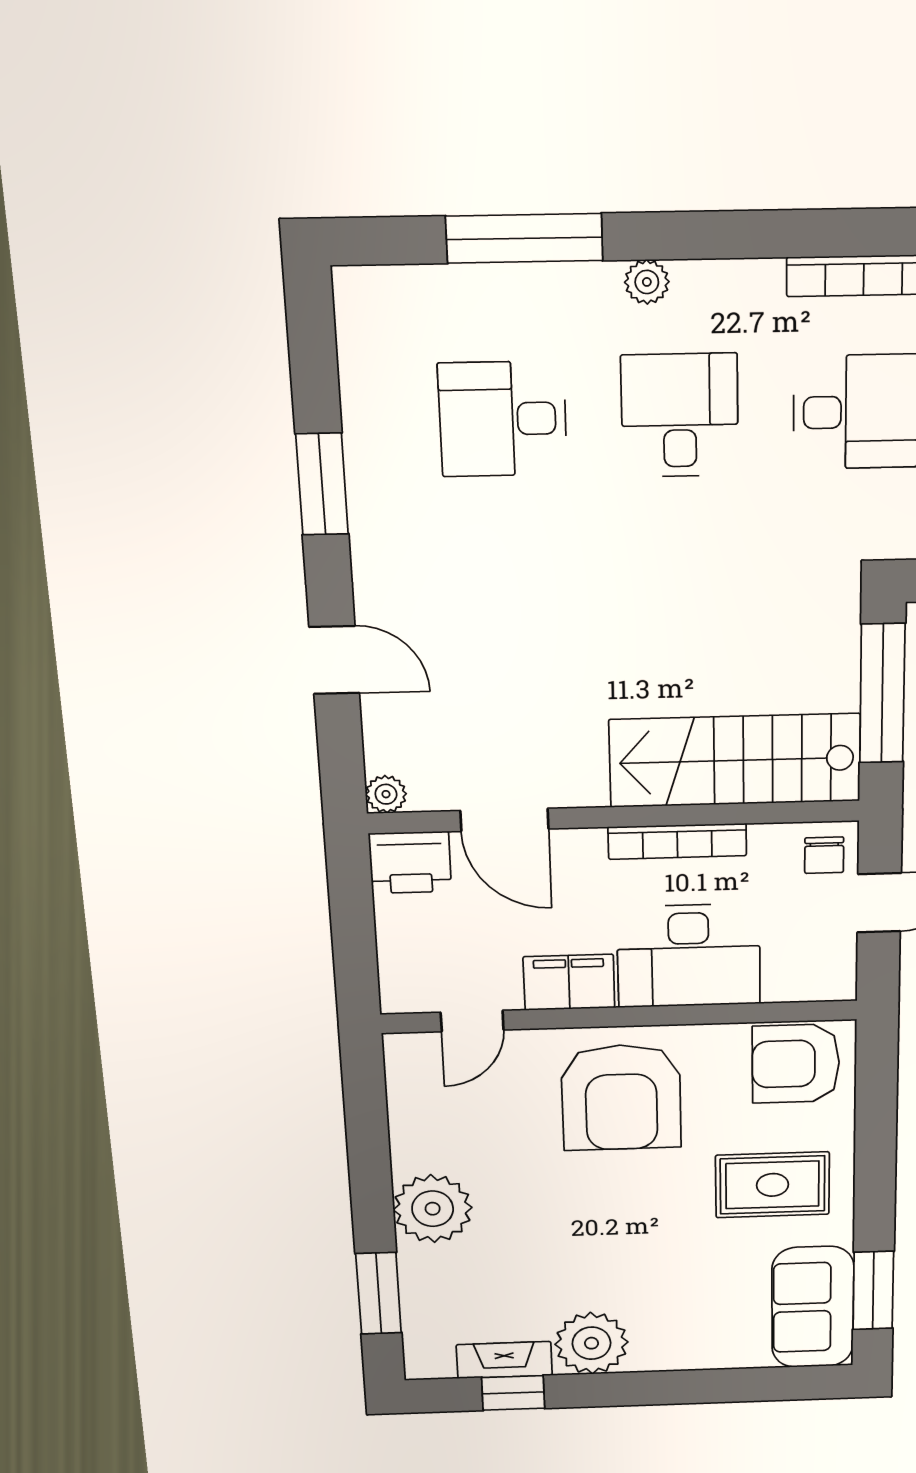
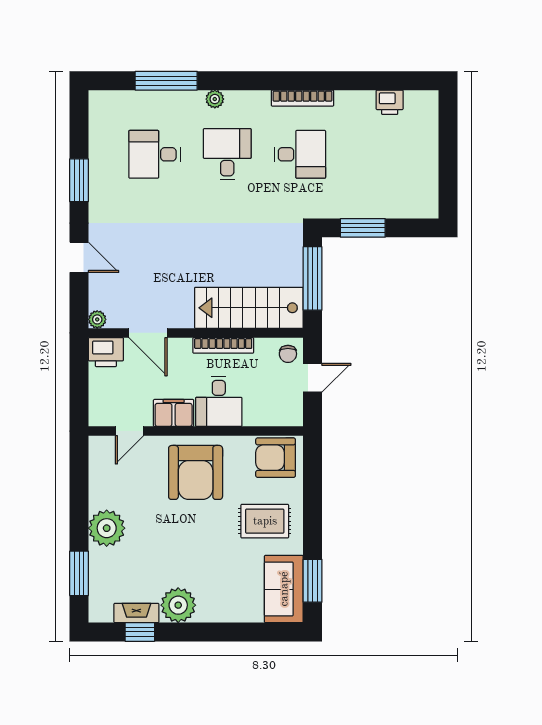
desk: (689, 956) -> (219, 401), width x0.73

